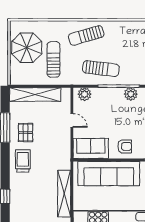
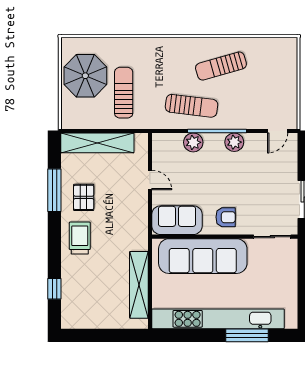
sun lounger: (86, 35) -> (221, 66), moved
plant: (85, 94) -> (193, 142), moved

